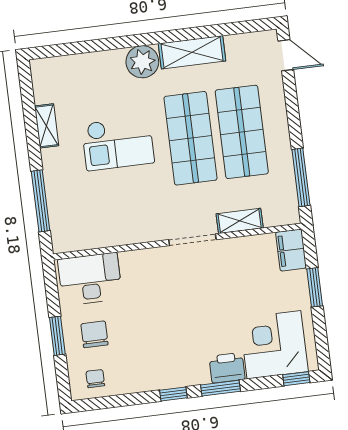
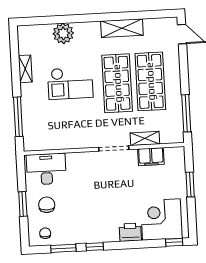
plant: (142, 62) -> (63, 33), moved
filing cabinet: (291, 250) -> (151, 157), moved, turned -90
window: (220, 388) -> (63, 248), moved

